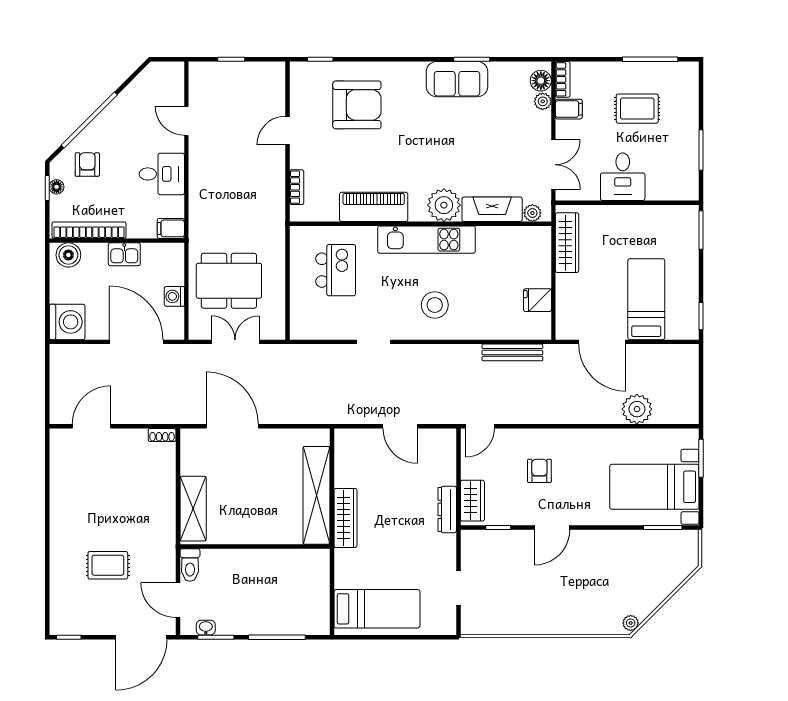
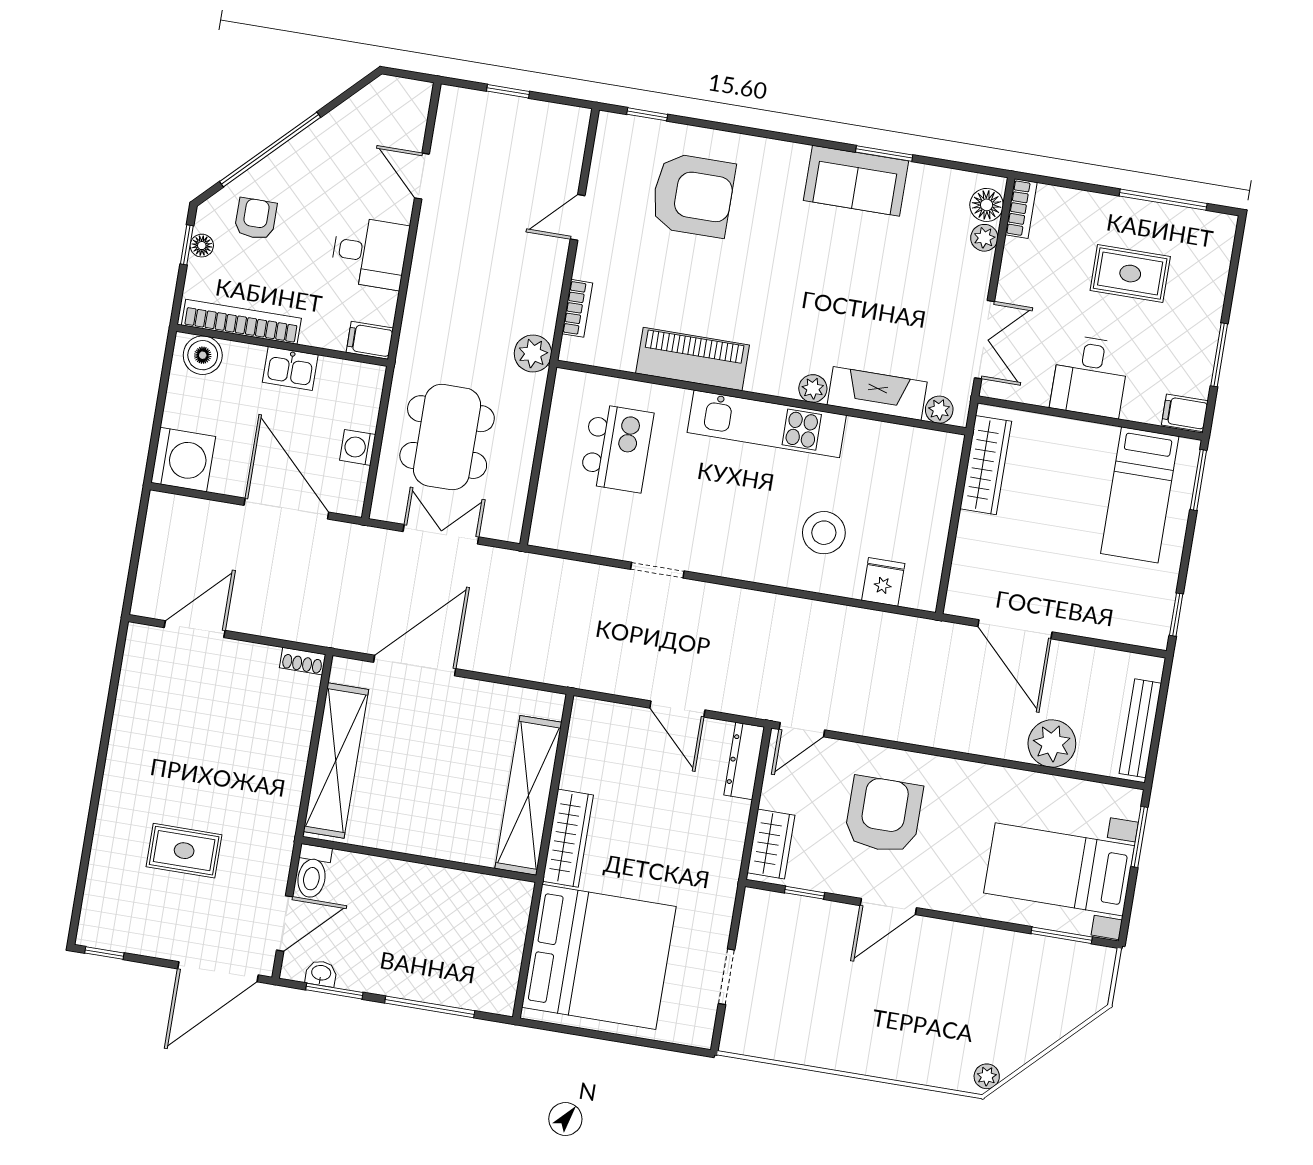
filing cabinet: (569, 109) -> (1185, 413), moved, turned 180
plant: (444, 205) -> (813, 389), width x0.53, depth x0.53
plant: (274, 220) -> (533, 353), added
dining table: (229, 281) -> (447, 437), turned 90
bed: (646, 299) -> (1140, 495), moved, turned 180
fridge: (537, 300) -> (883, 582), moved, turned 90
stool: (435, 305) -> (824, 533), moved
bench: (512, 352) -> (1140, 728), moved, turned 90
door: (232, 426) -> (415, 665), hinge flipped
armchair: (539, 471) -> (884, 815), width x1.88, depth x1.88
shelving: (193, 509) -> (336, 761), width x1.47
dresser: (447, 509) -> (744, 761), moved
door: (178, 600) -> (285, 923), swing flipped
bed: (377, 609) -> (599, 957), width x2.04

